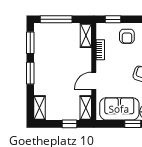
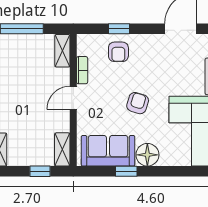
window: (113, 19) -> (119, 29), moved
door: (94, 81) -> (73, 98), moved

